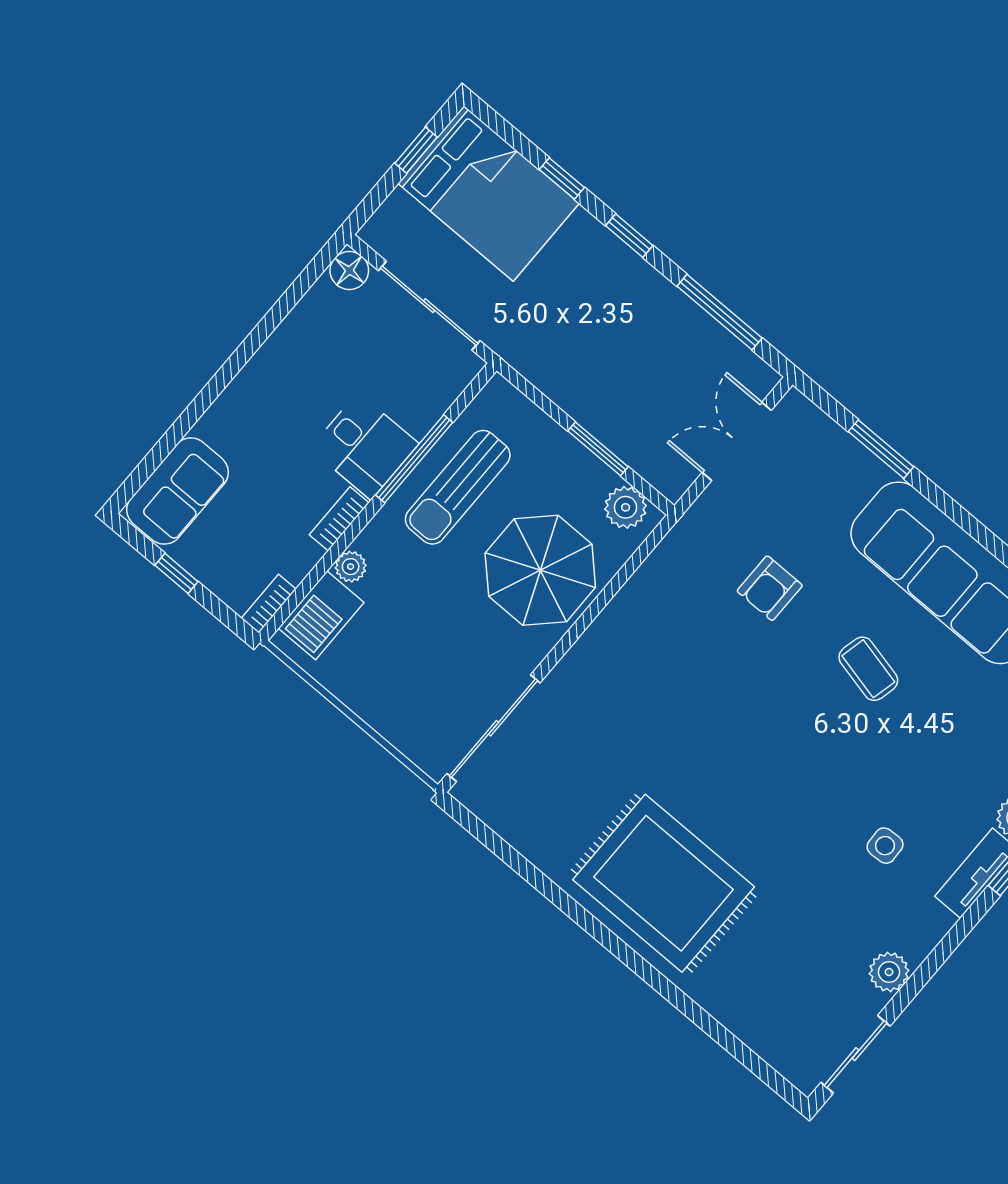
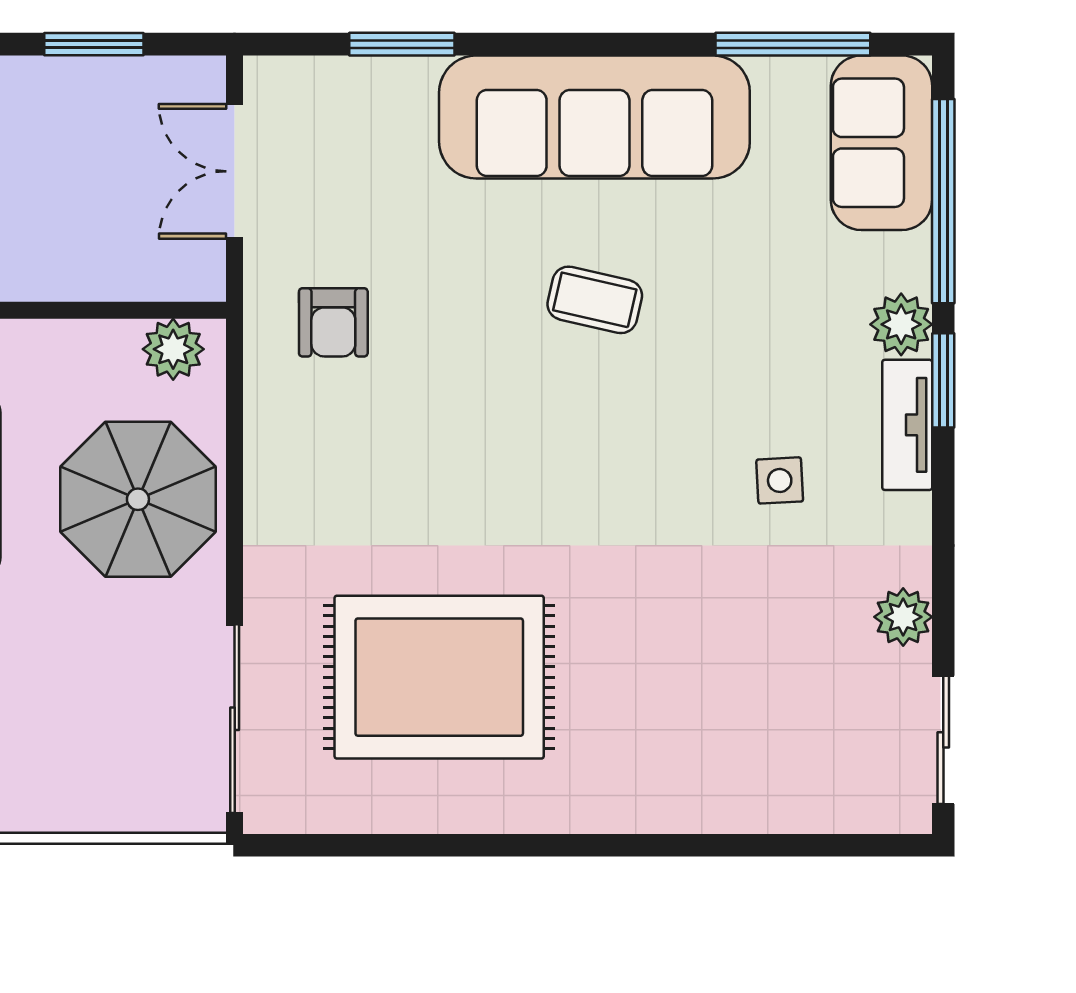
window: (720, 312) -> (94, 44), width x0.69
window: (598, 449) -> (88, 310), removed
armchair: (770, 588) -> (333, 322), moved
rug: (664, 883) -> (439, 677), moved

